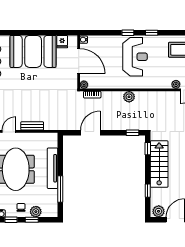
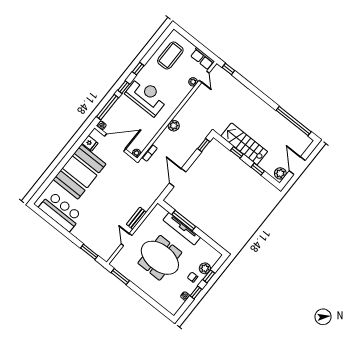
window: (102, 33) -> (107, 107), added
window: (148, 149) -> (237, 152), moved
window: (60, 189) -> (184, 220), moved

